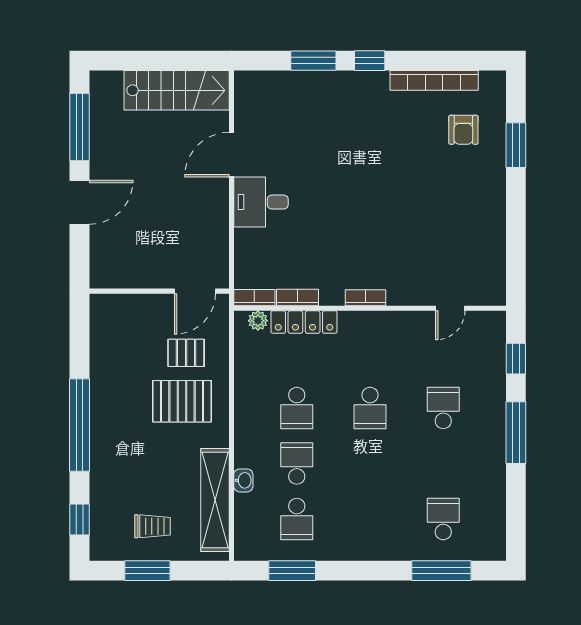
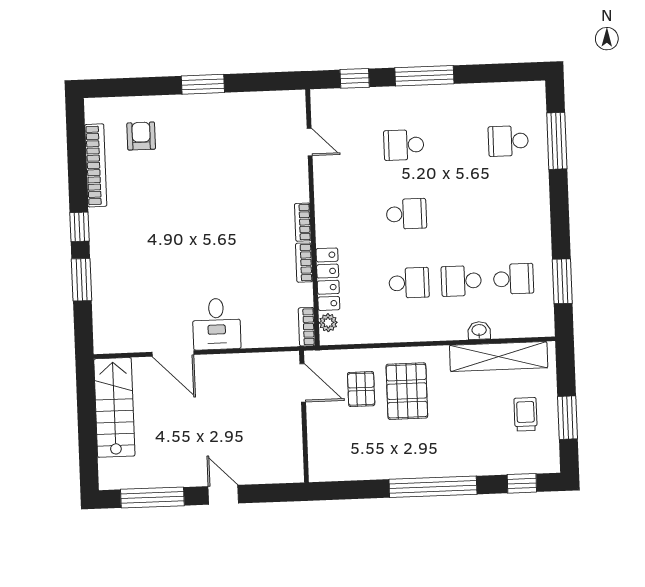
armchair: (463, 130) -> (141, 136), turned -90
window: (516, 145) -> (203, 84), moved
door: (79, 202) -> (223, 495), width x0.73
bookcase: (298, 297) -> (304, 263), moved

